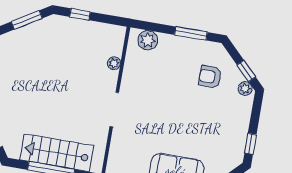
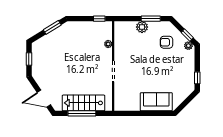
window: (80, 14) -> (99, 19), moved
plant: (148, 40) -> (142, 27), moved

